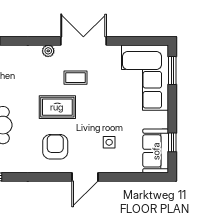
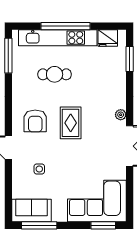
coffee table: (75, 78) -> (97, 139), removed
window: (172, 142) -> (39, 225), width x2.17
armchair: (55, 147) -> (35, 121), turned 90

